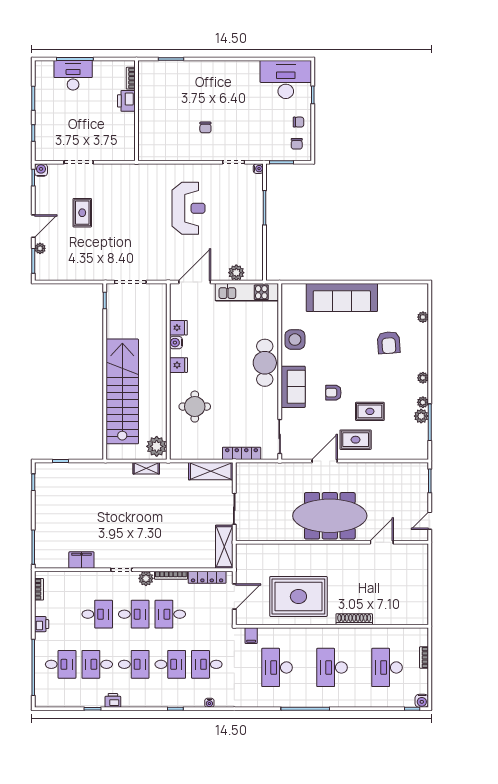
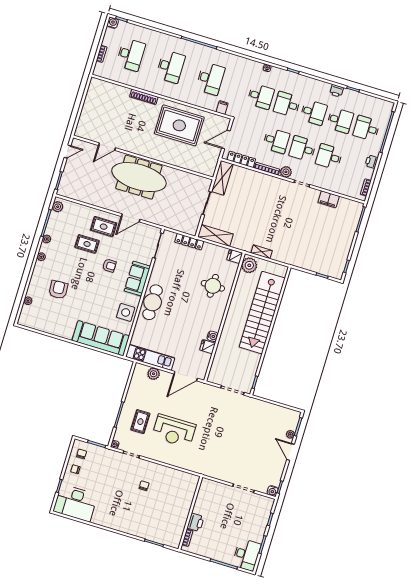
desk: (73, 75) -> (247, 555), moved, turned -90
reception desk: (189, 208) -> (174, 431), turned -90
rug: (82, 213) -> (140, 422), moved
door: (33, 226) -> (290, 452), hinge flipped
sofa: (342, 297) -> (101, 338), moved
fridge: (178, 365) -> (235, 256), moved
plant: (421, 416) -> (58, 207), moved
desk: (134, 664) -> (314, 112), turned 180

